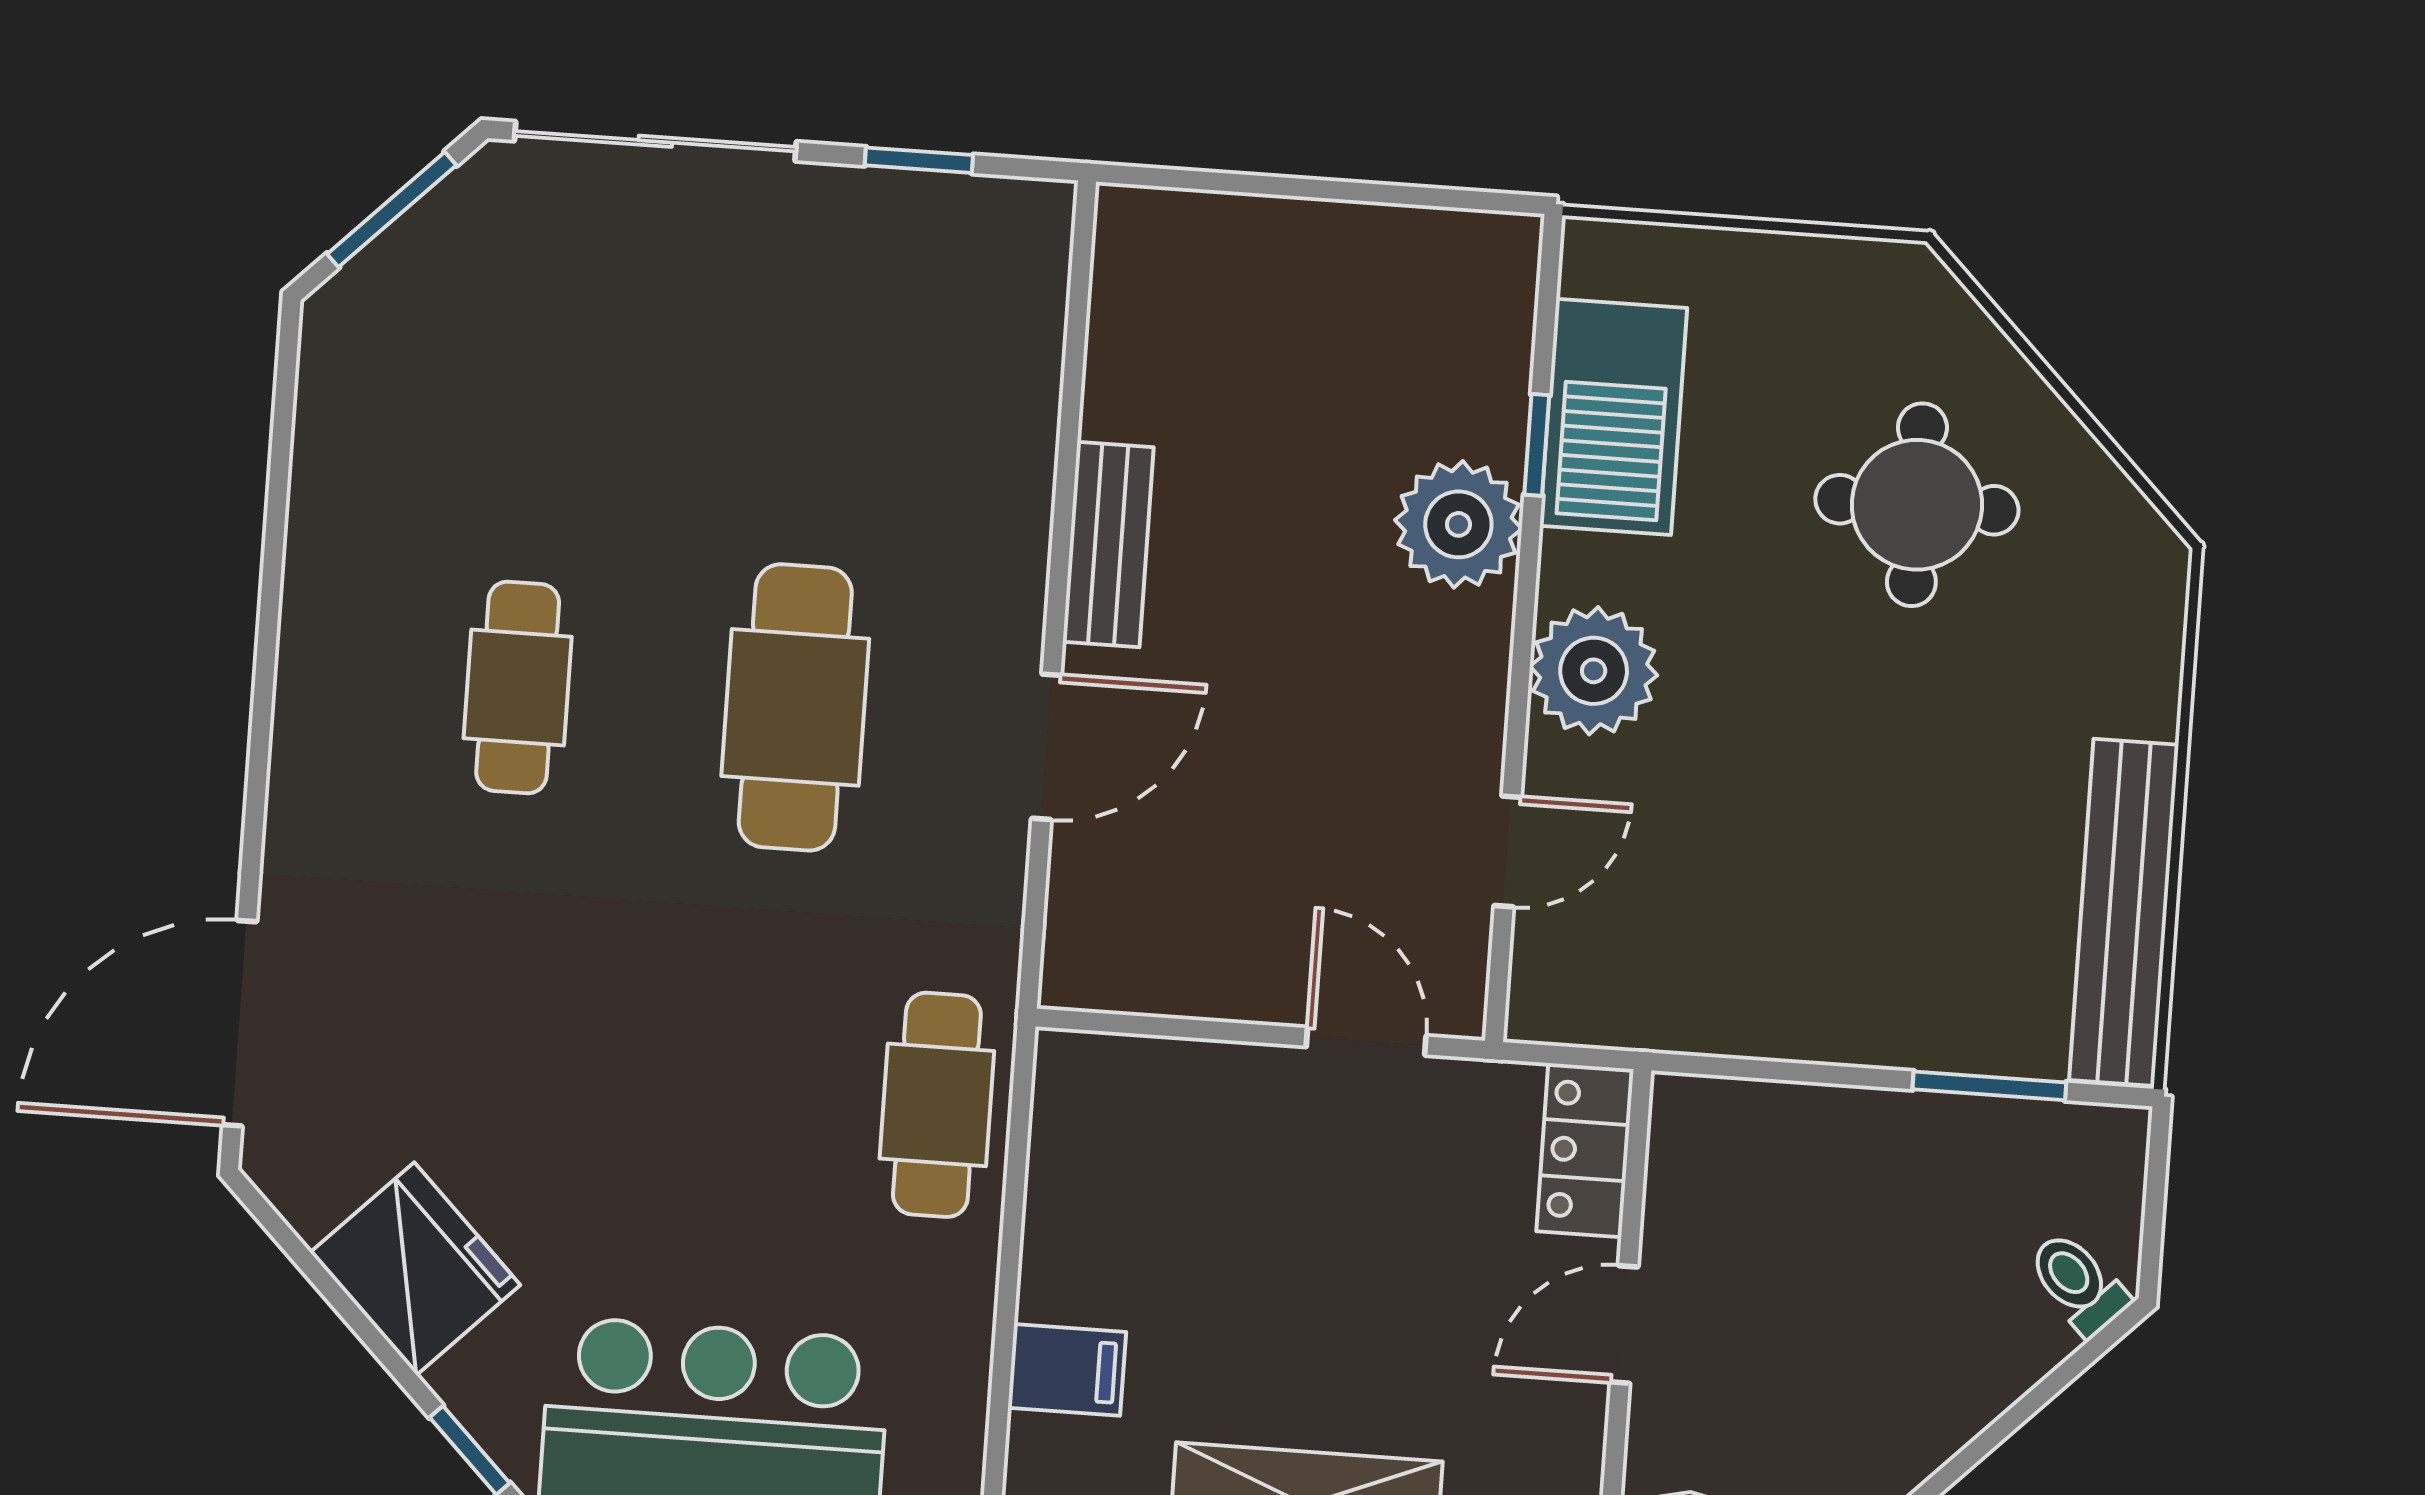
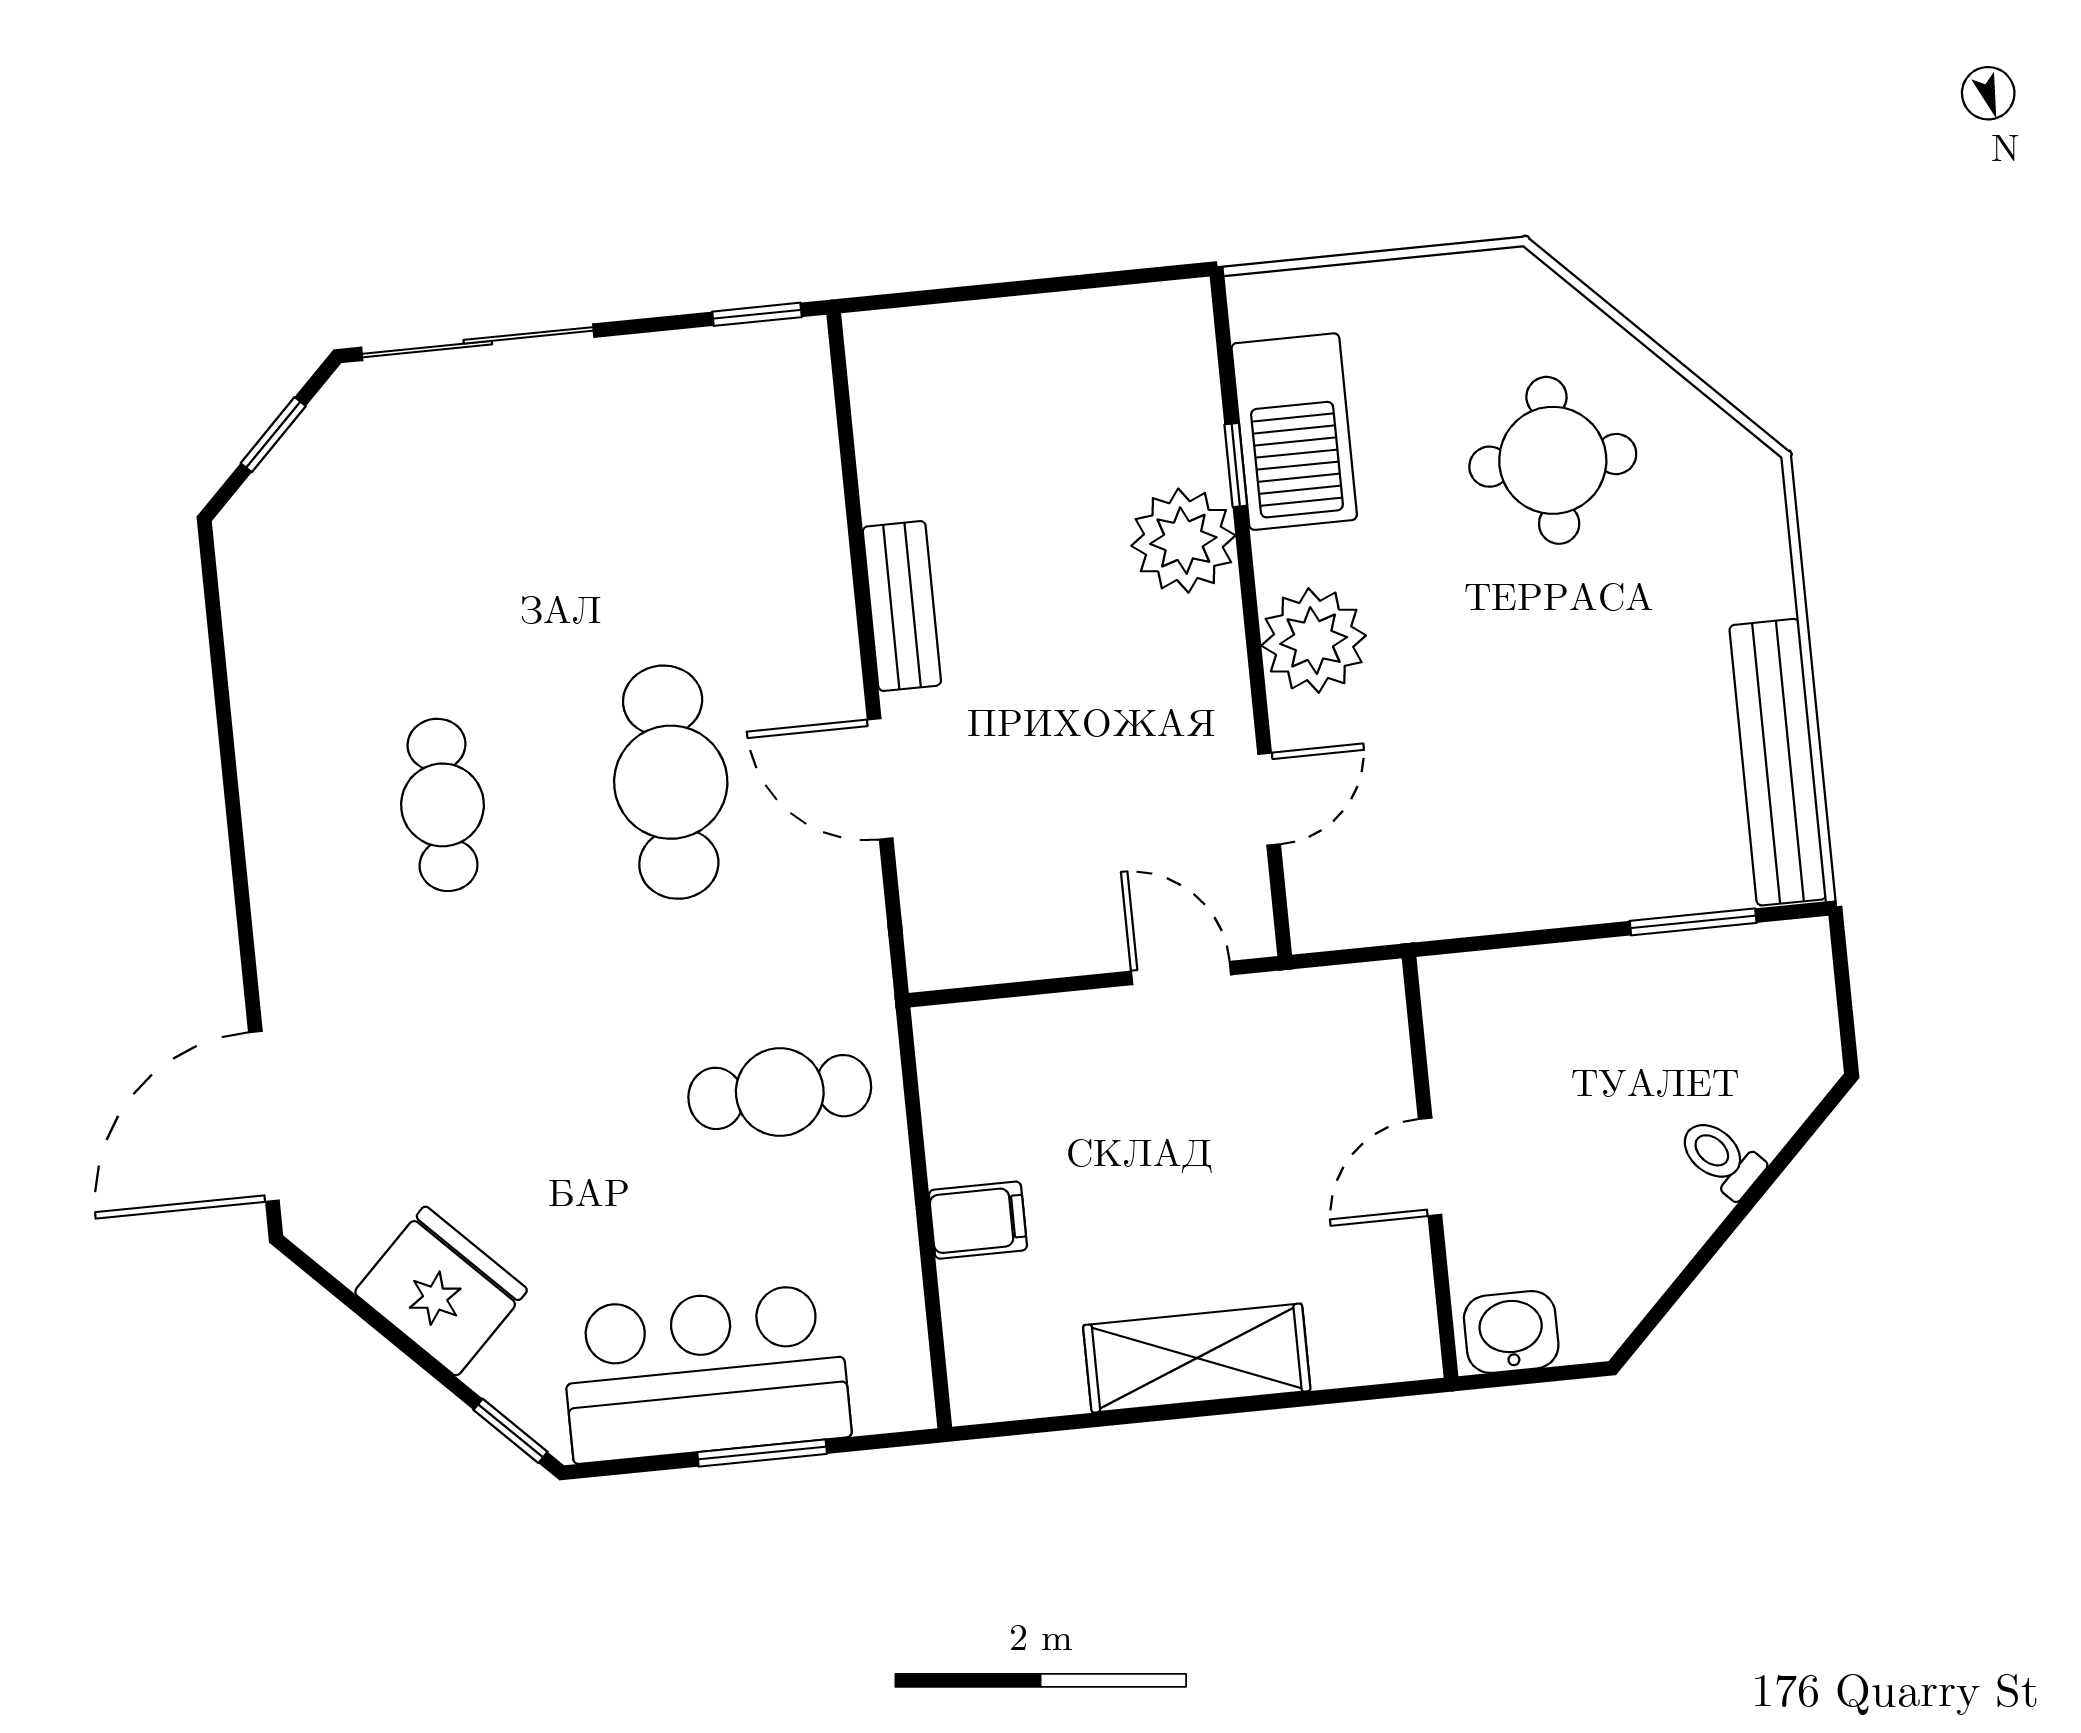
window: (919, 160) -> (757, 314), moved
window: (392, 210) -> (273, 435), width x0.67
door: (1046, 747) -> (880, 779), swing flipped
cafe table: (937, 1105) -> (780, 1092), moved, turned 90
locker: (1585, 1150) -> (1374, 1031), removed
toilet: (2078, 1283) -> (1721, 1158), moved
filing cabinet: (1067, 1370) -> (978, 1220), moved

